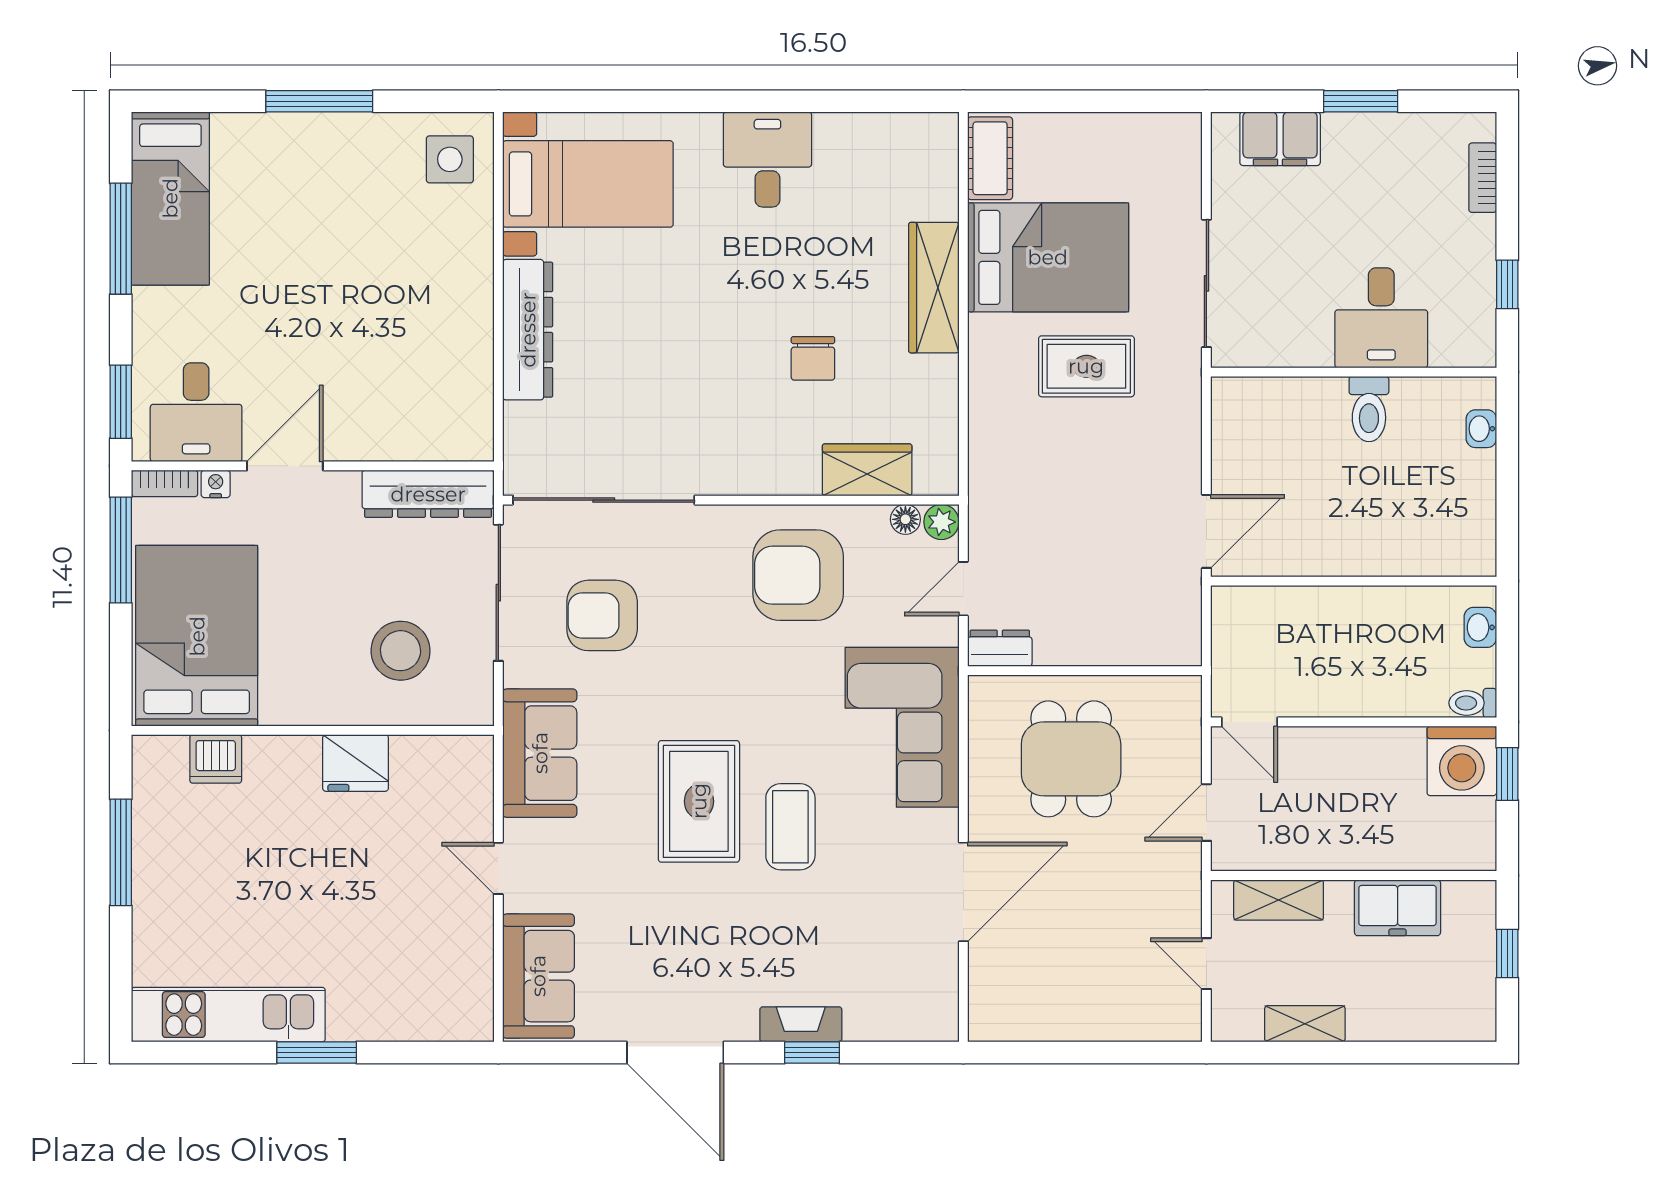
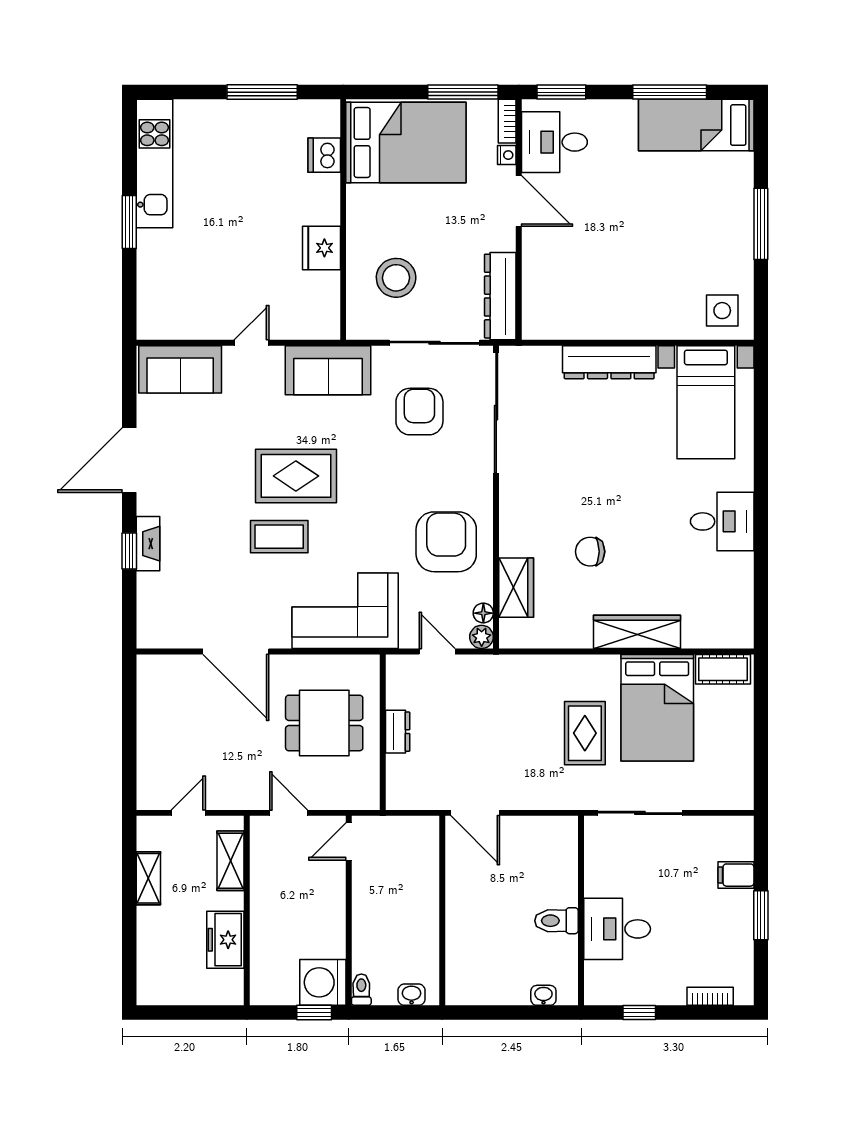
filing cabinet: (1280, 139) -> (736, 875), width x0.50
dresser: (1000, 648) -> (398, 732), moved
window: (1507, 953) -> (195, 1013), removed

